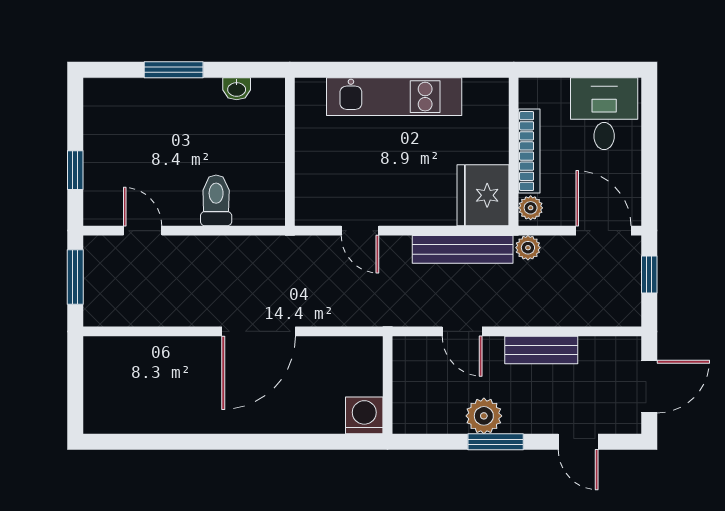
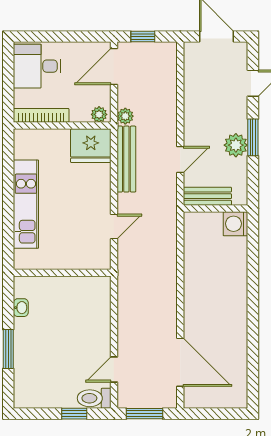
bookcase: (529, 151) -> (41, 115), moved
toilet: (216, 200) -> (94, 398), moved
door: (259, 331) -> (180, 362), moved
bench: (541, 350) -> (207, 196), moved, turned 90

